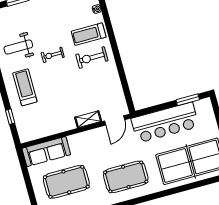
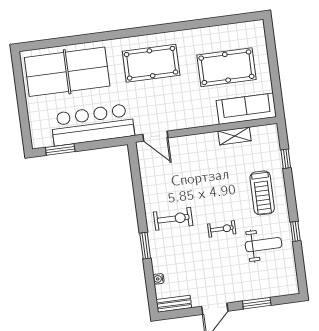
treadmill: (89, 34) -> (173, 249), removed
window: (111, 34) -> (145, 246), added
shelving: (88, 119) -> (234, 136), moved
door: (115, 120) -> (155, 136), swing flipped

